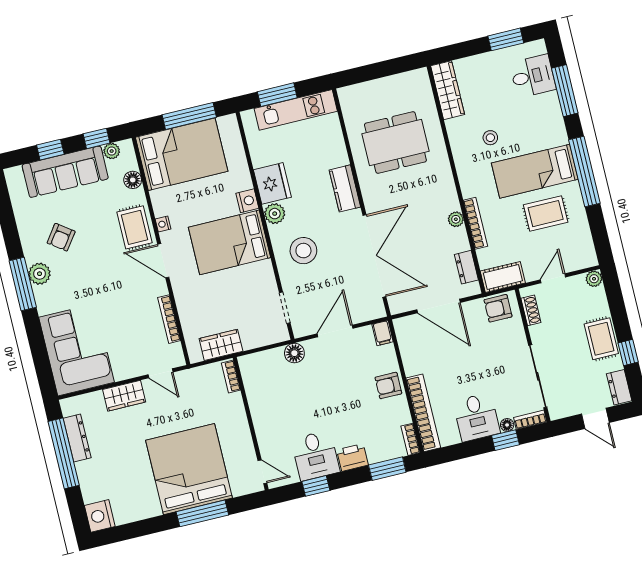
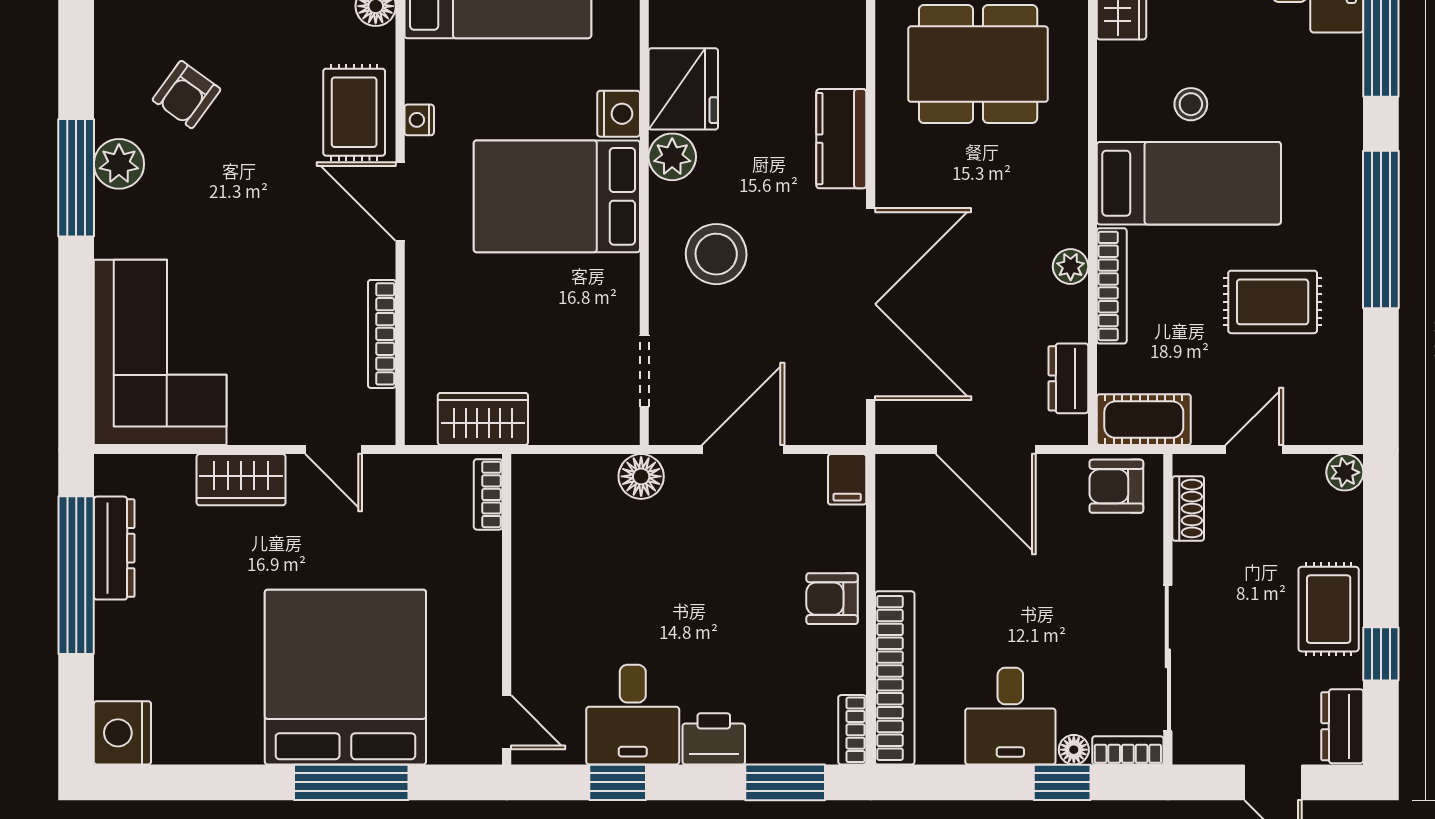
bed: (535, 171) -> (1189, 183), moved, turned 180

